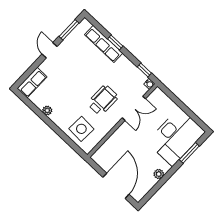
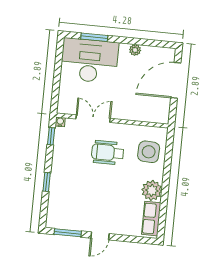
row of seats: (104, 44) -> (56, 191), removed
row of seats: (32, 83) -> (151, 219), moved, turned -90
plant: (47, 110) -> (152, 190), width x1.88, depth x1.88

